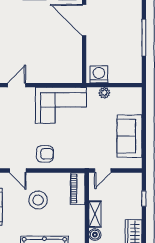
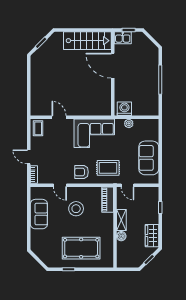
door: (17, 85) -> (59, 117), hinge flipped
rug: (78, 149) -> (108, 168), added
armchair: (45, 154) -> (81, 172), turned 180
door: (103, 170) -> (128, 185), hinge flipped

